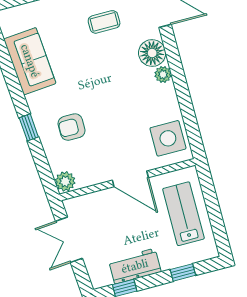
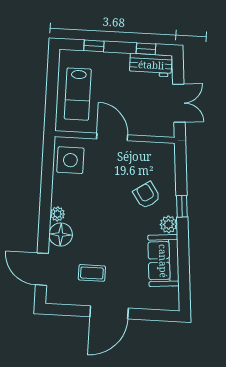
armchair: (71, 127) -> (147, 195), turned -124
plant: (65, 181) -> (169, 224), moved
workbench: (135, 266) -> (151, 65), moved

